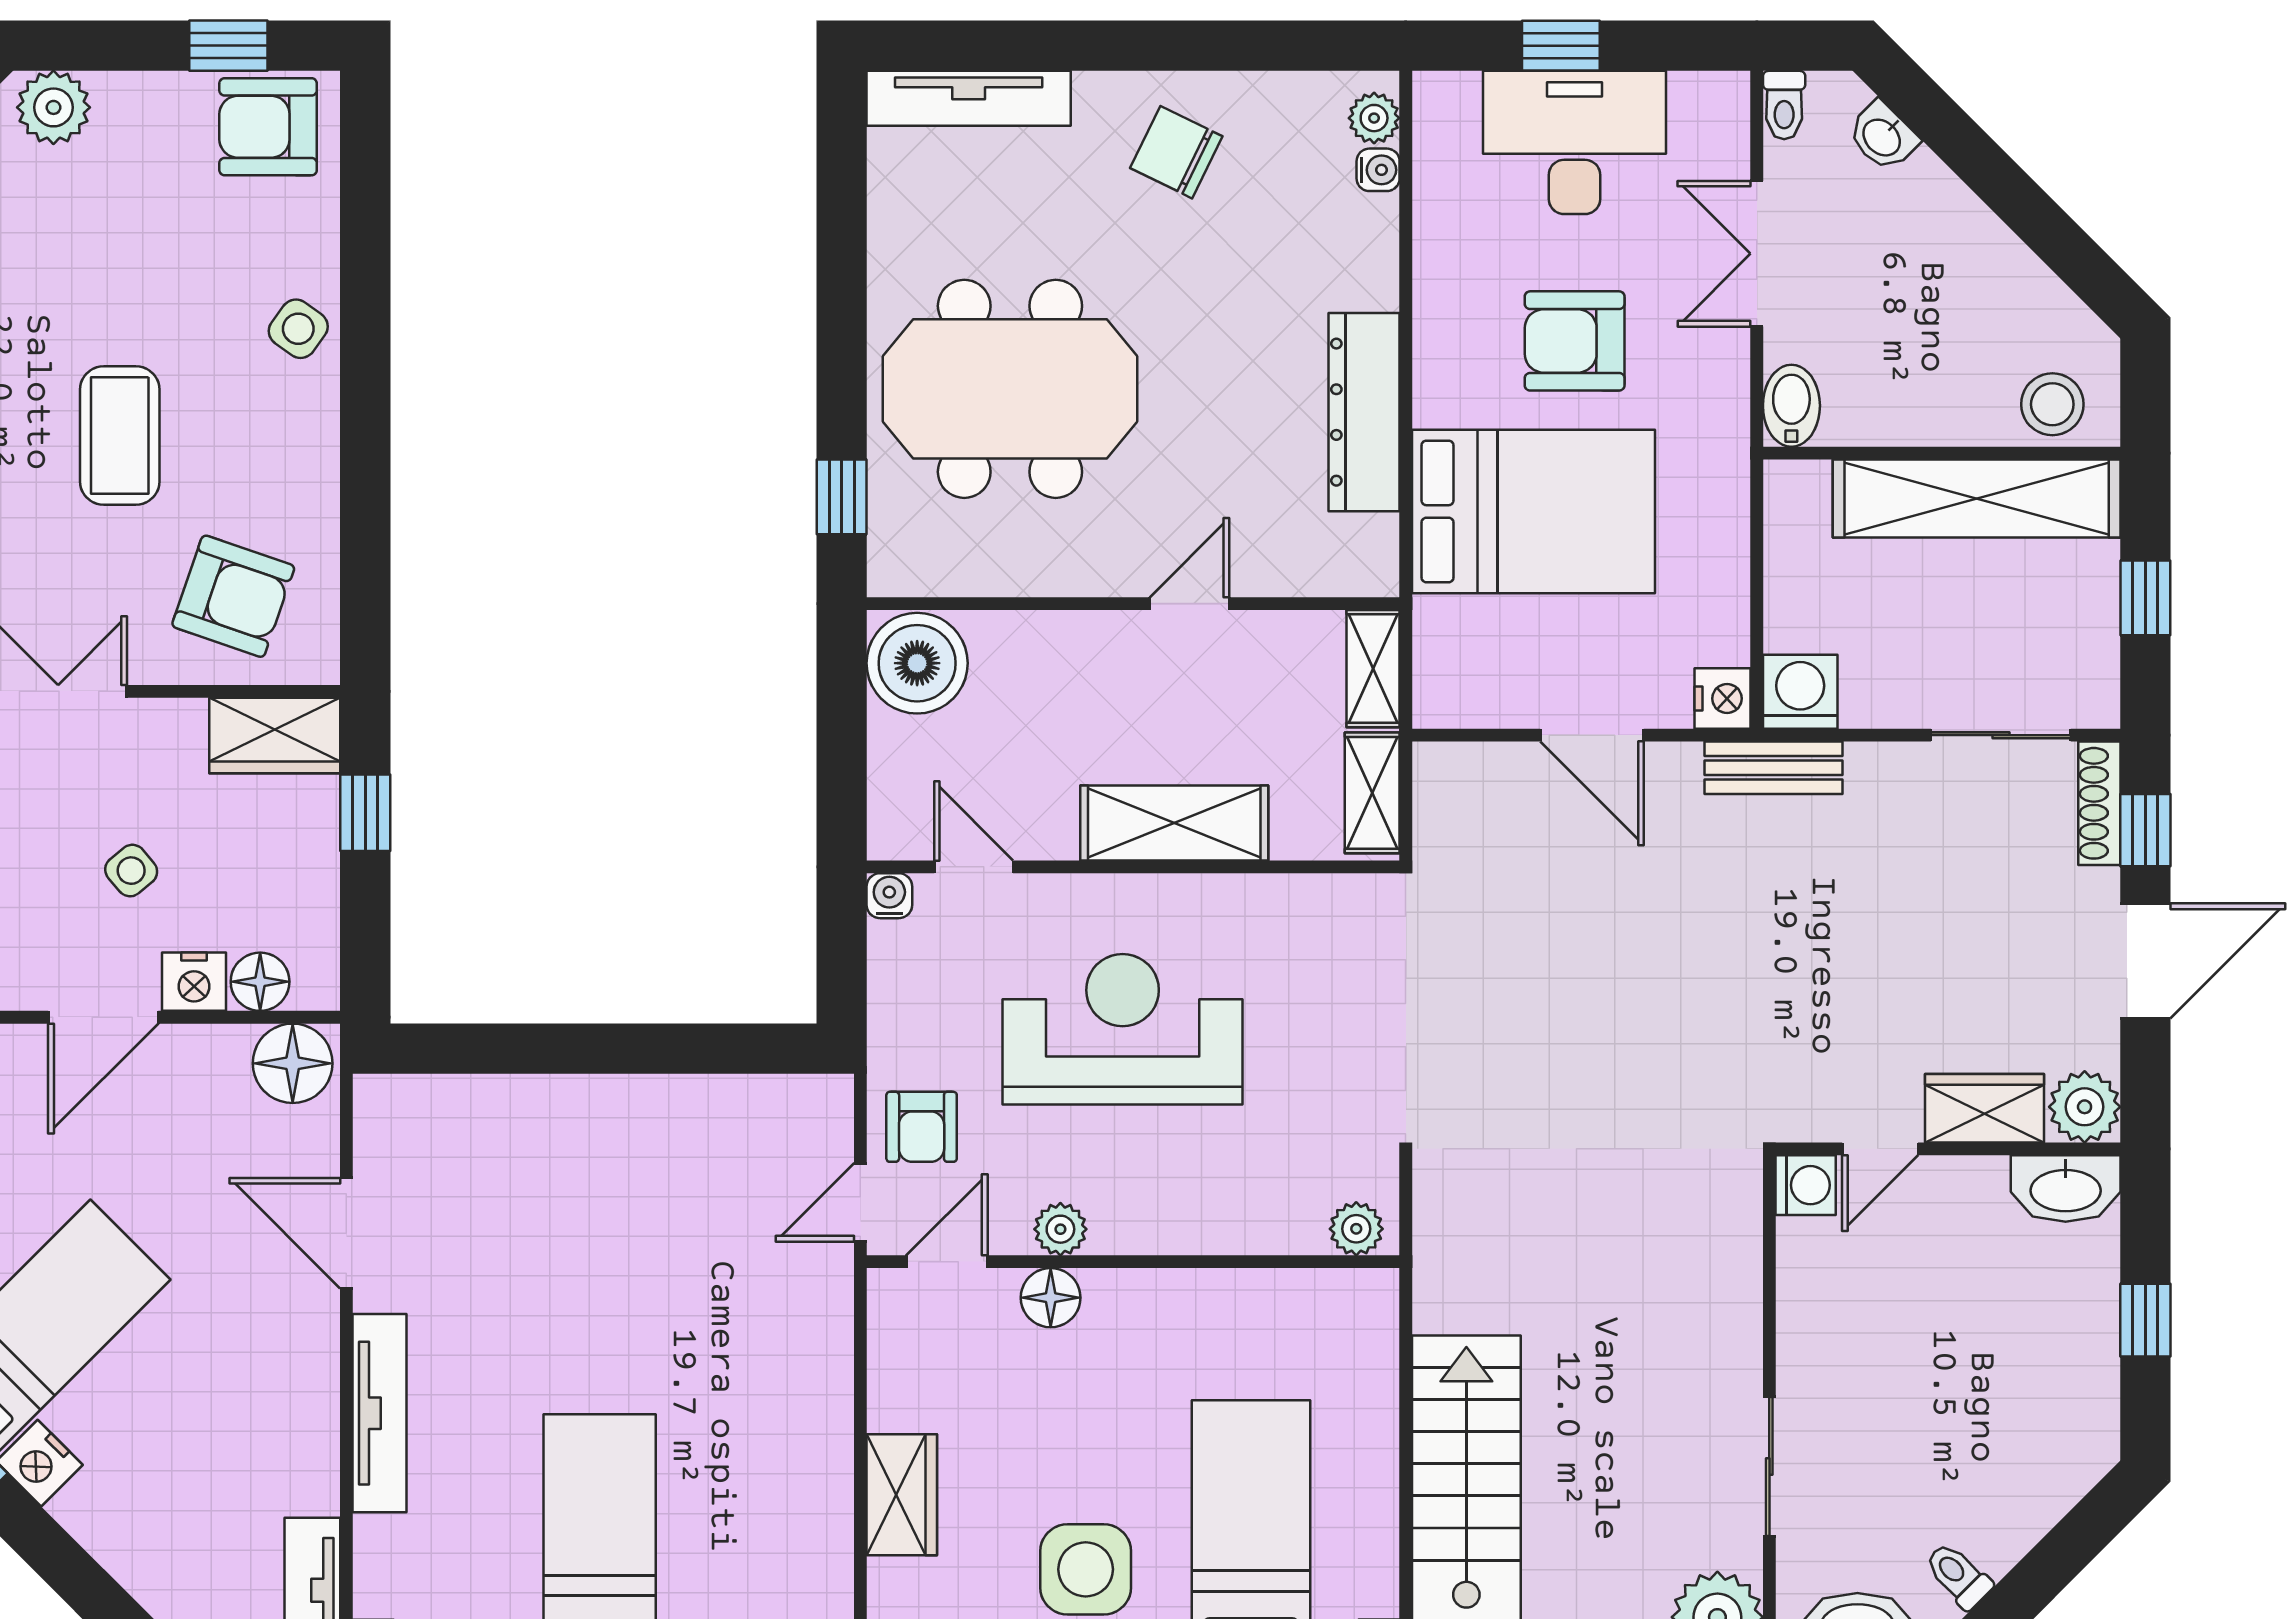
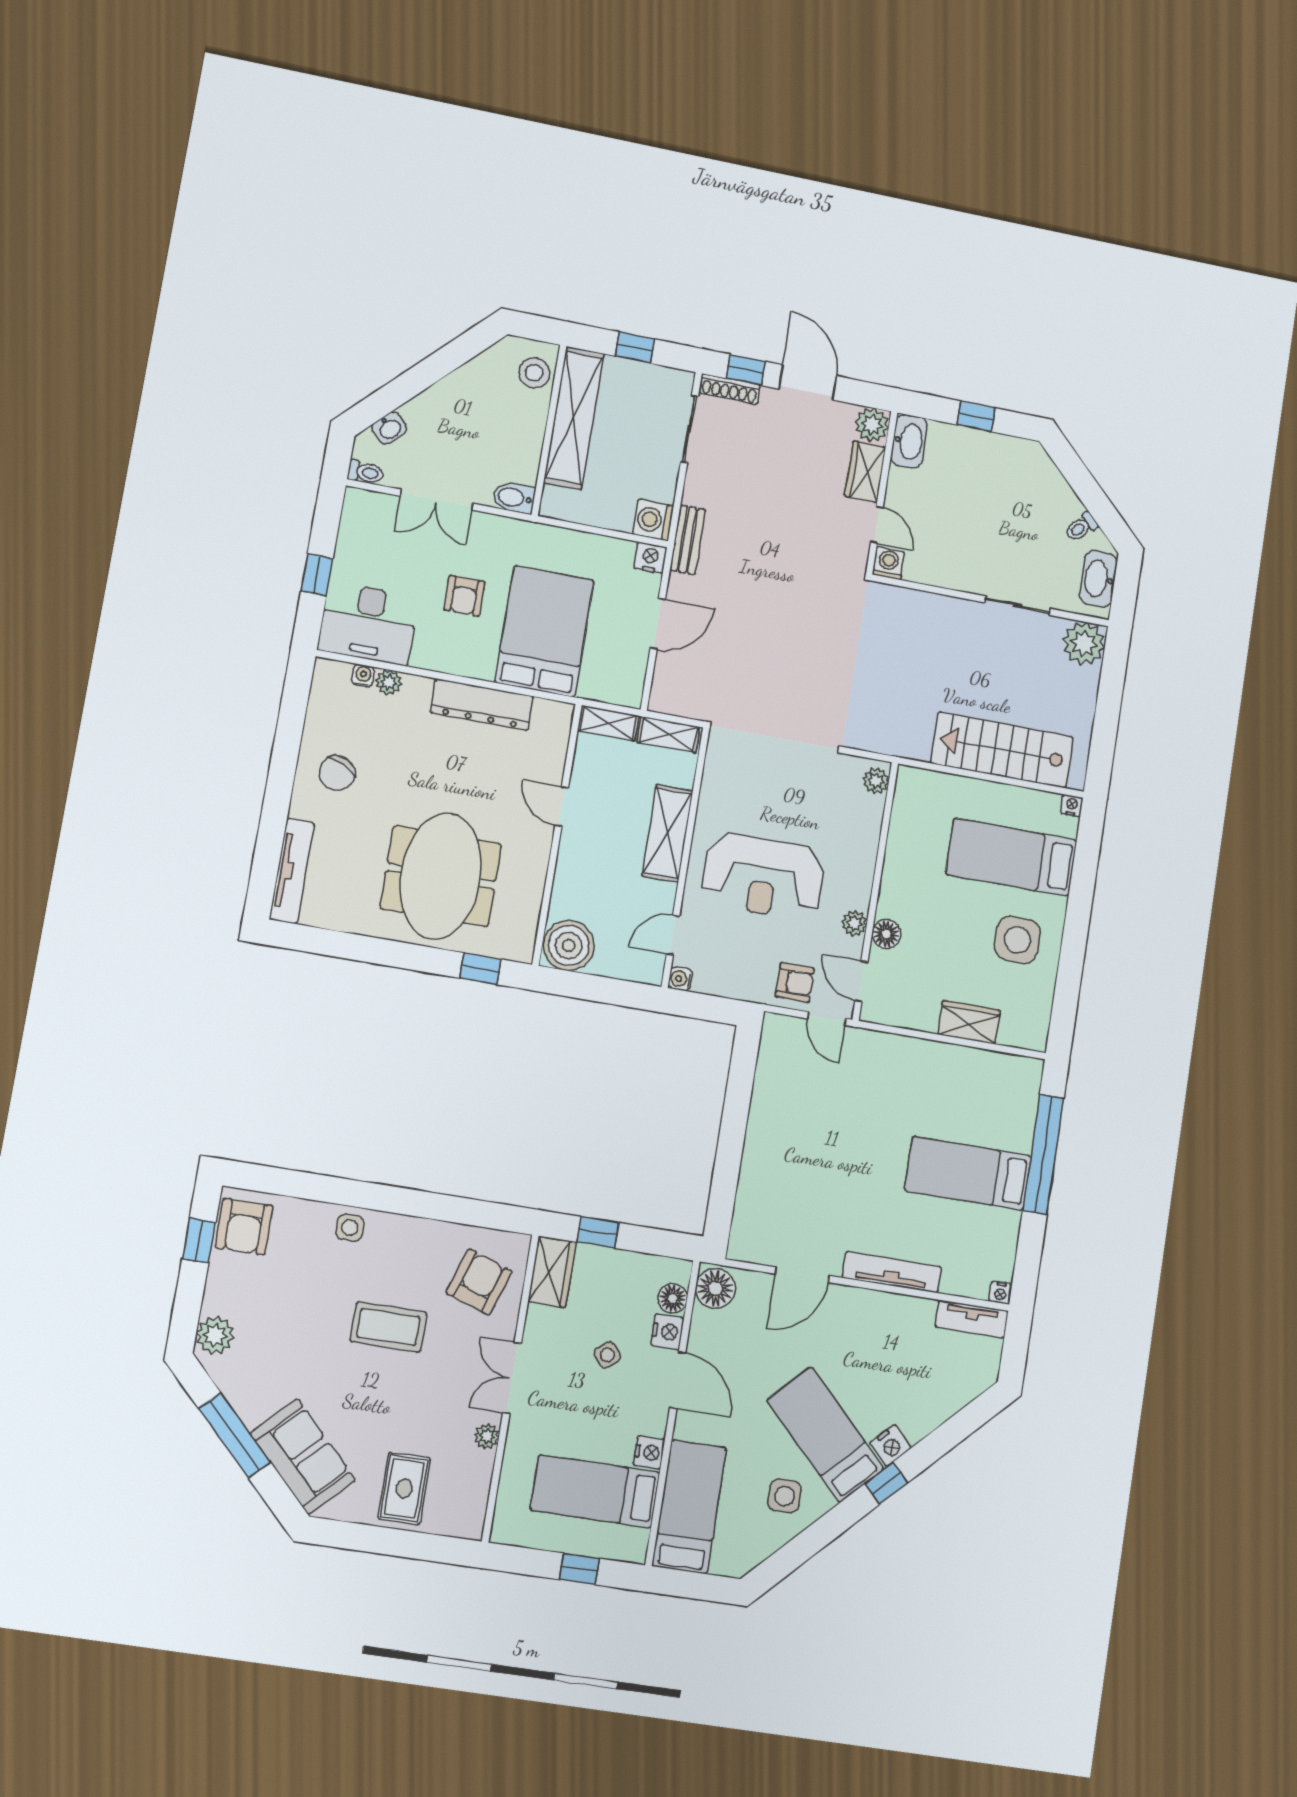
plant: (1374, 118) -> (389, 682), moved
desk: (1574, 142) -> (368, 623), moved, turned -90
side table: (298, 329) -> (350, 1228), turned -36
armchair: (1575, 341) -> (464, 596), width x0.72, depth x0.72
reception desk: (1123, 1029) -> (763, 876), turned -90

